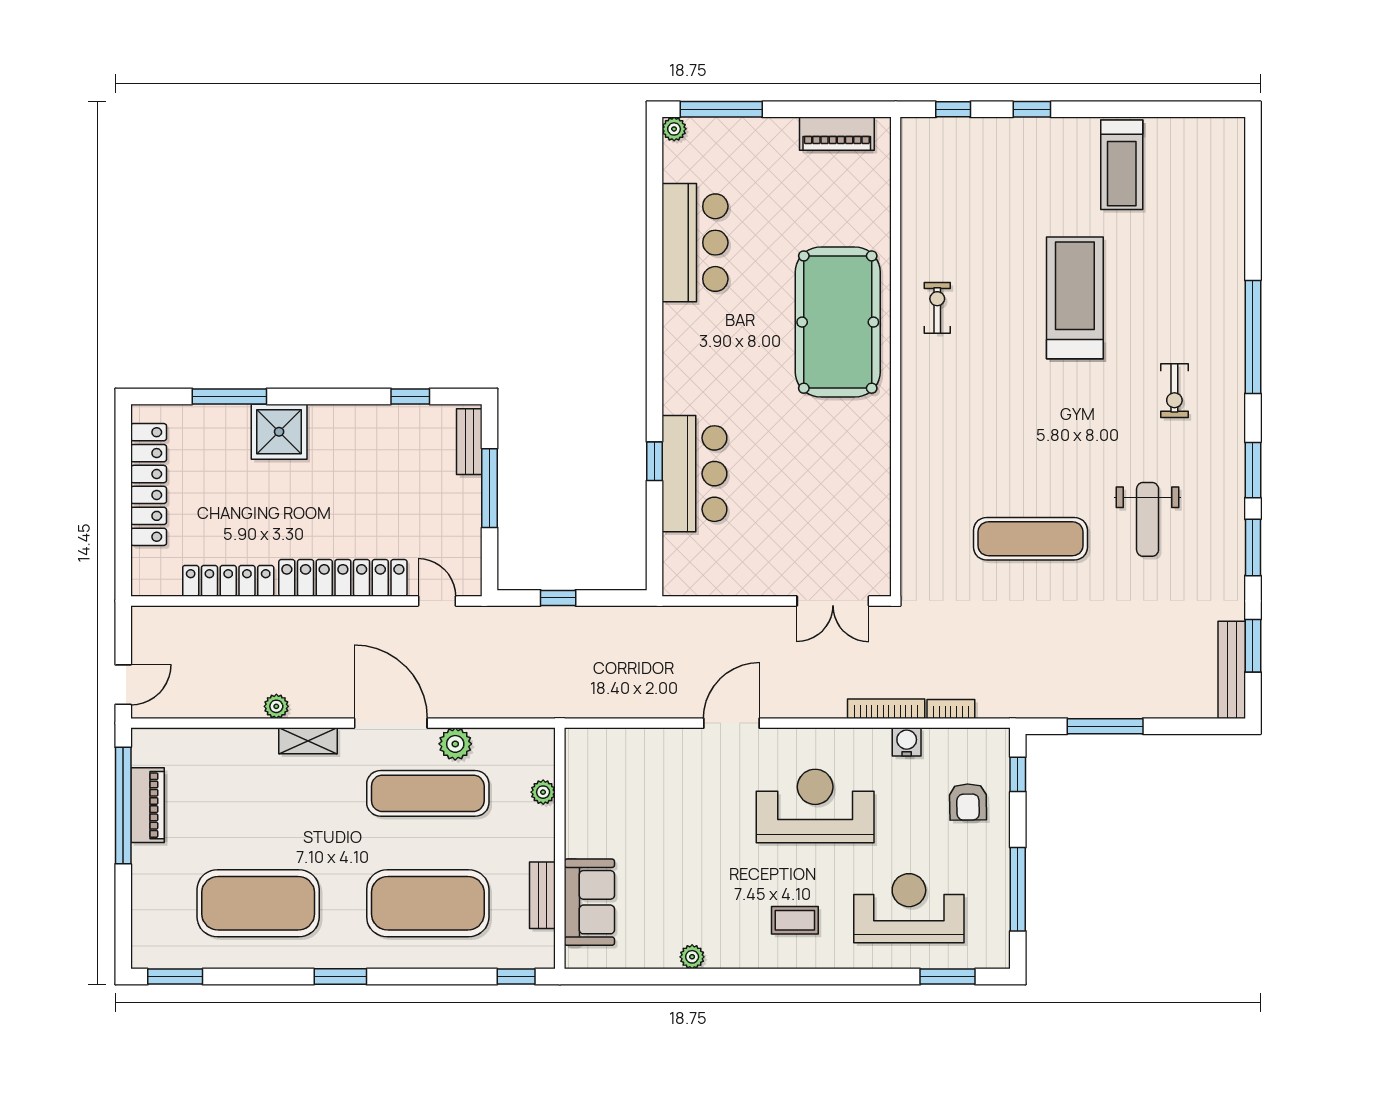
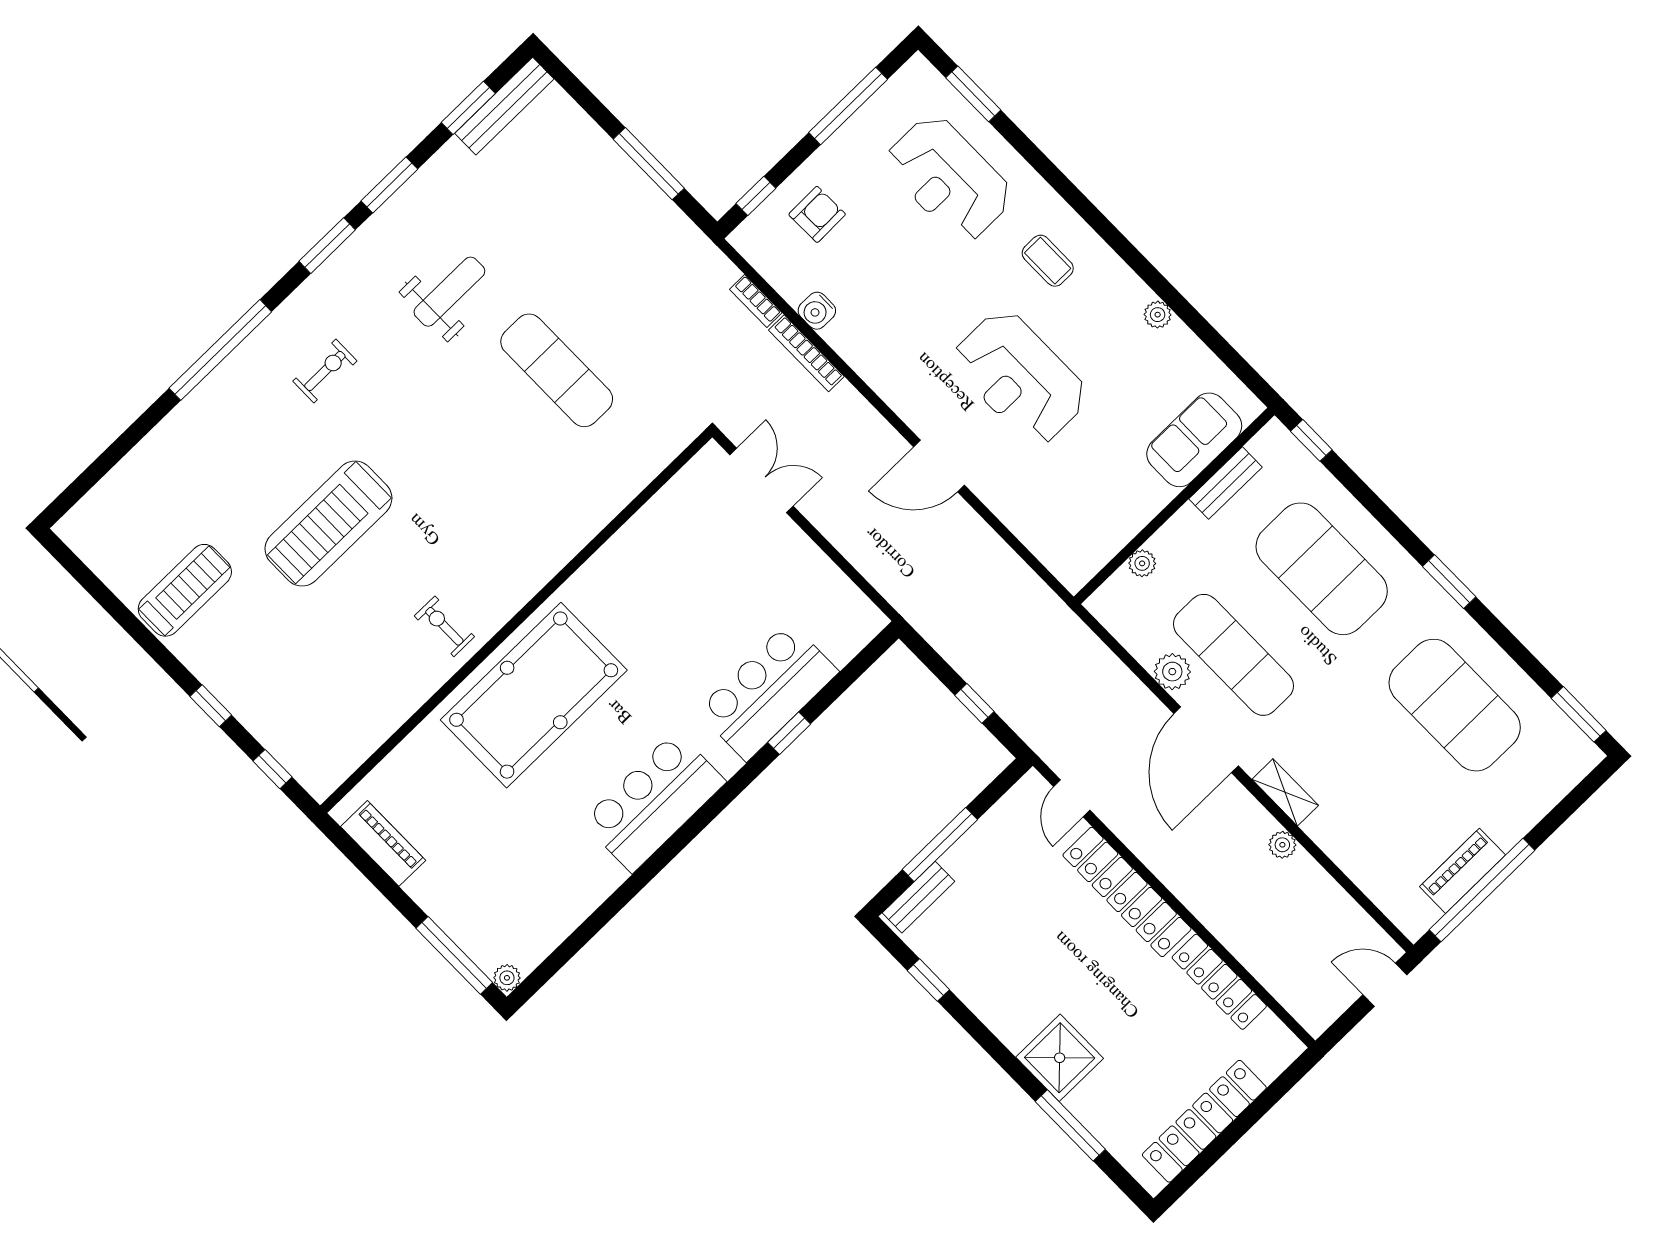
bar counter: (695, 243) -> (654, 802), moved
exercise bike: (937, 308) -> (444, 626), turned 90
reception desk: (815, 806) -> (1020, 378), moved

